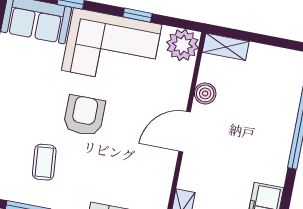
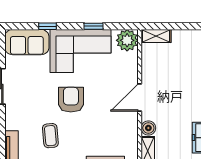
boiler: (205, 93) -> (148, 128), moved

